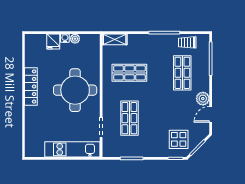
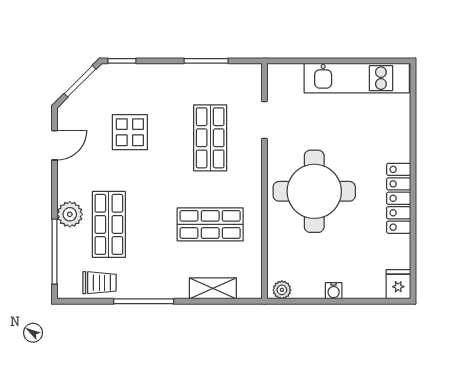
plant: (75, 39) -> (282, 290), moved
shelving: (115, 39) -> (213, 288), moved
fridge: (53, 42) -> (398, 284), moved
plant: (203, 99) -> (70, 214), moved
display table: (179, 139) -> (130, 132), moved
kitchen unit: (72, 149) -> (357, 78), moved

